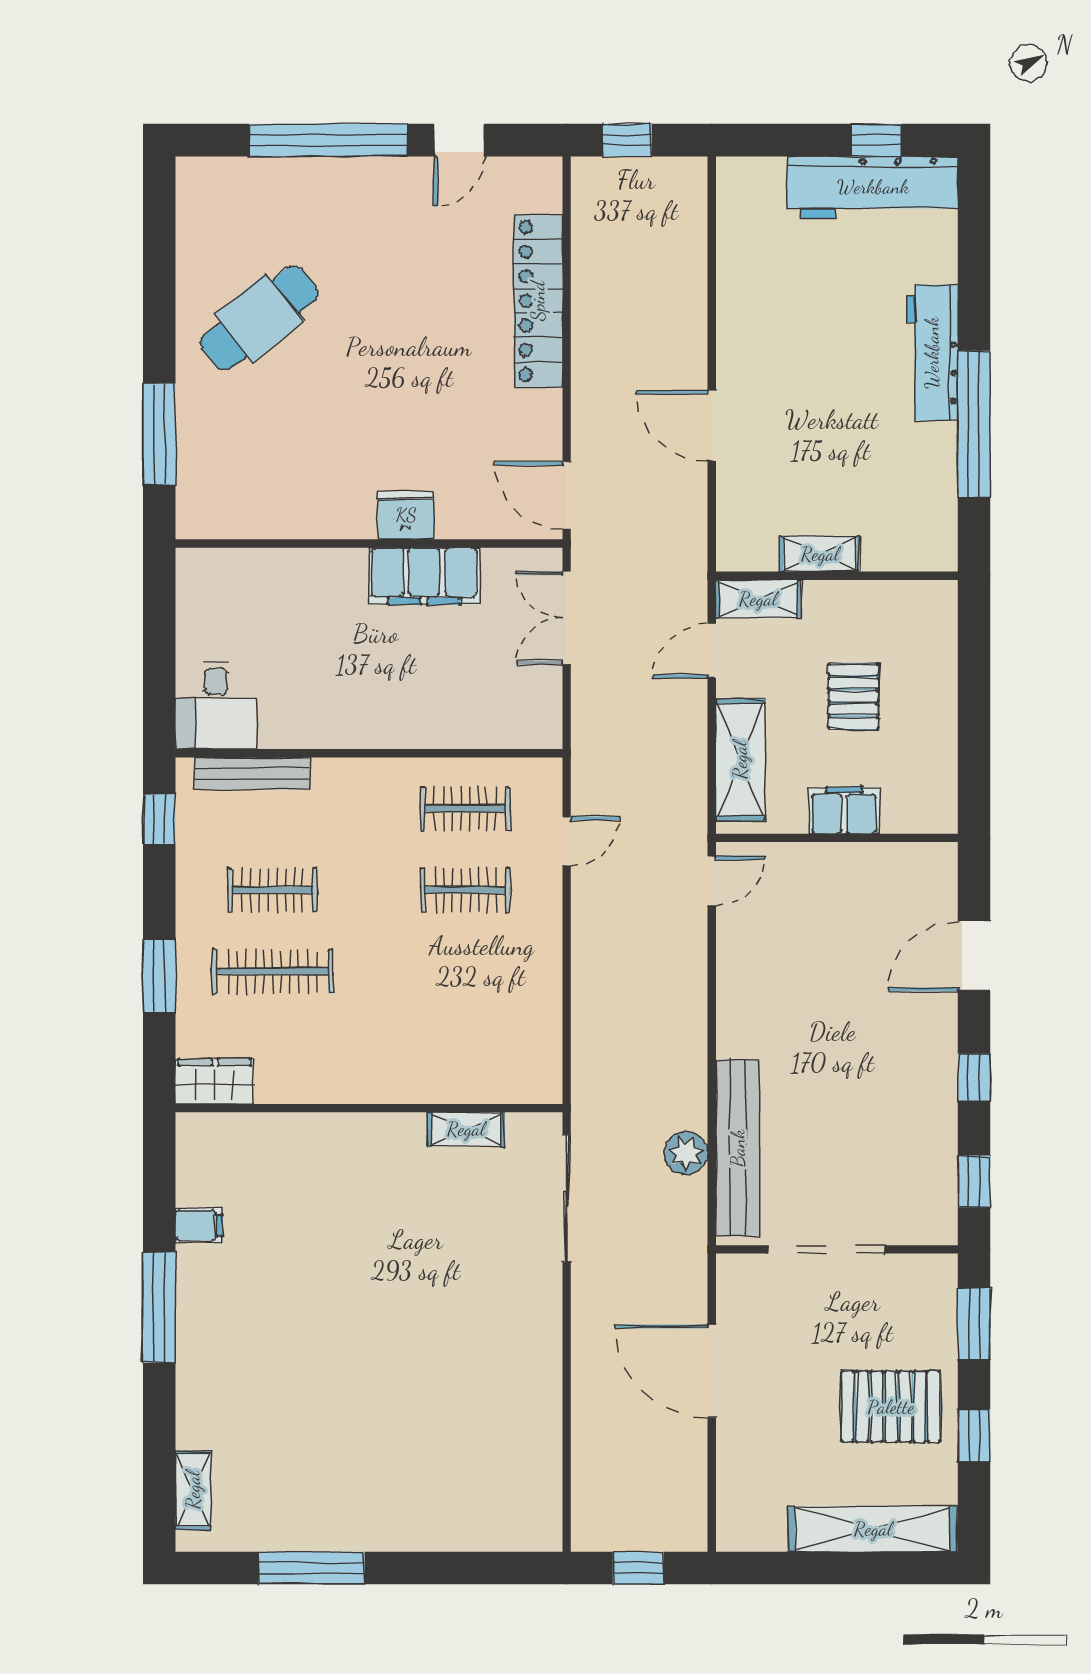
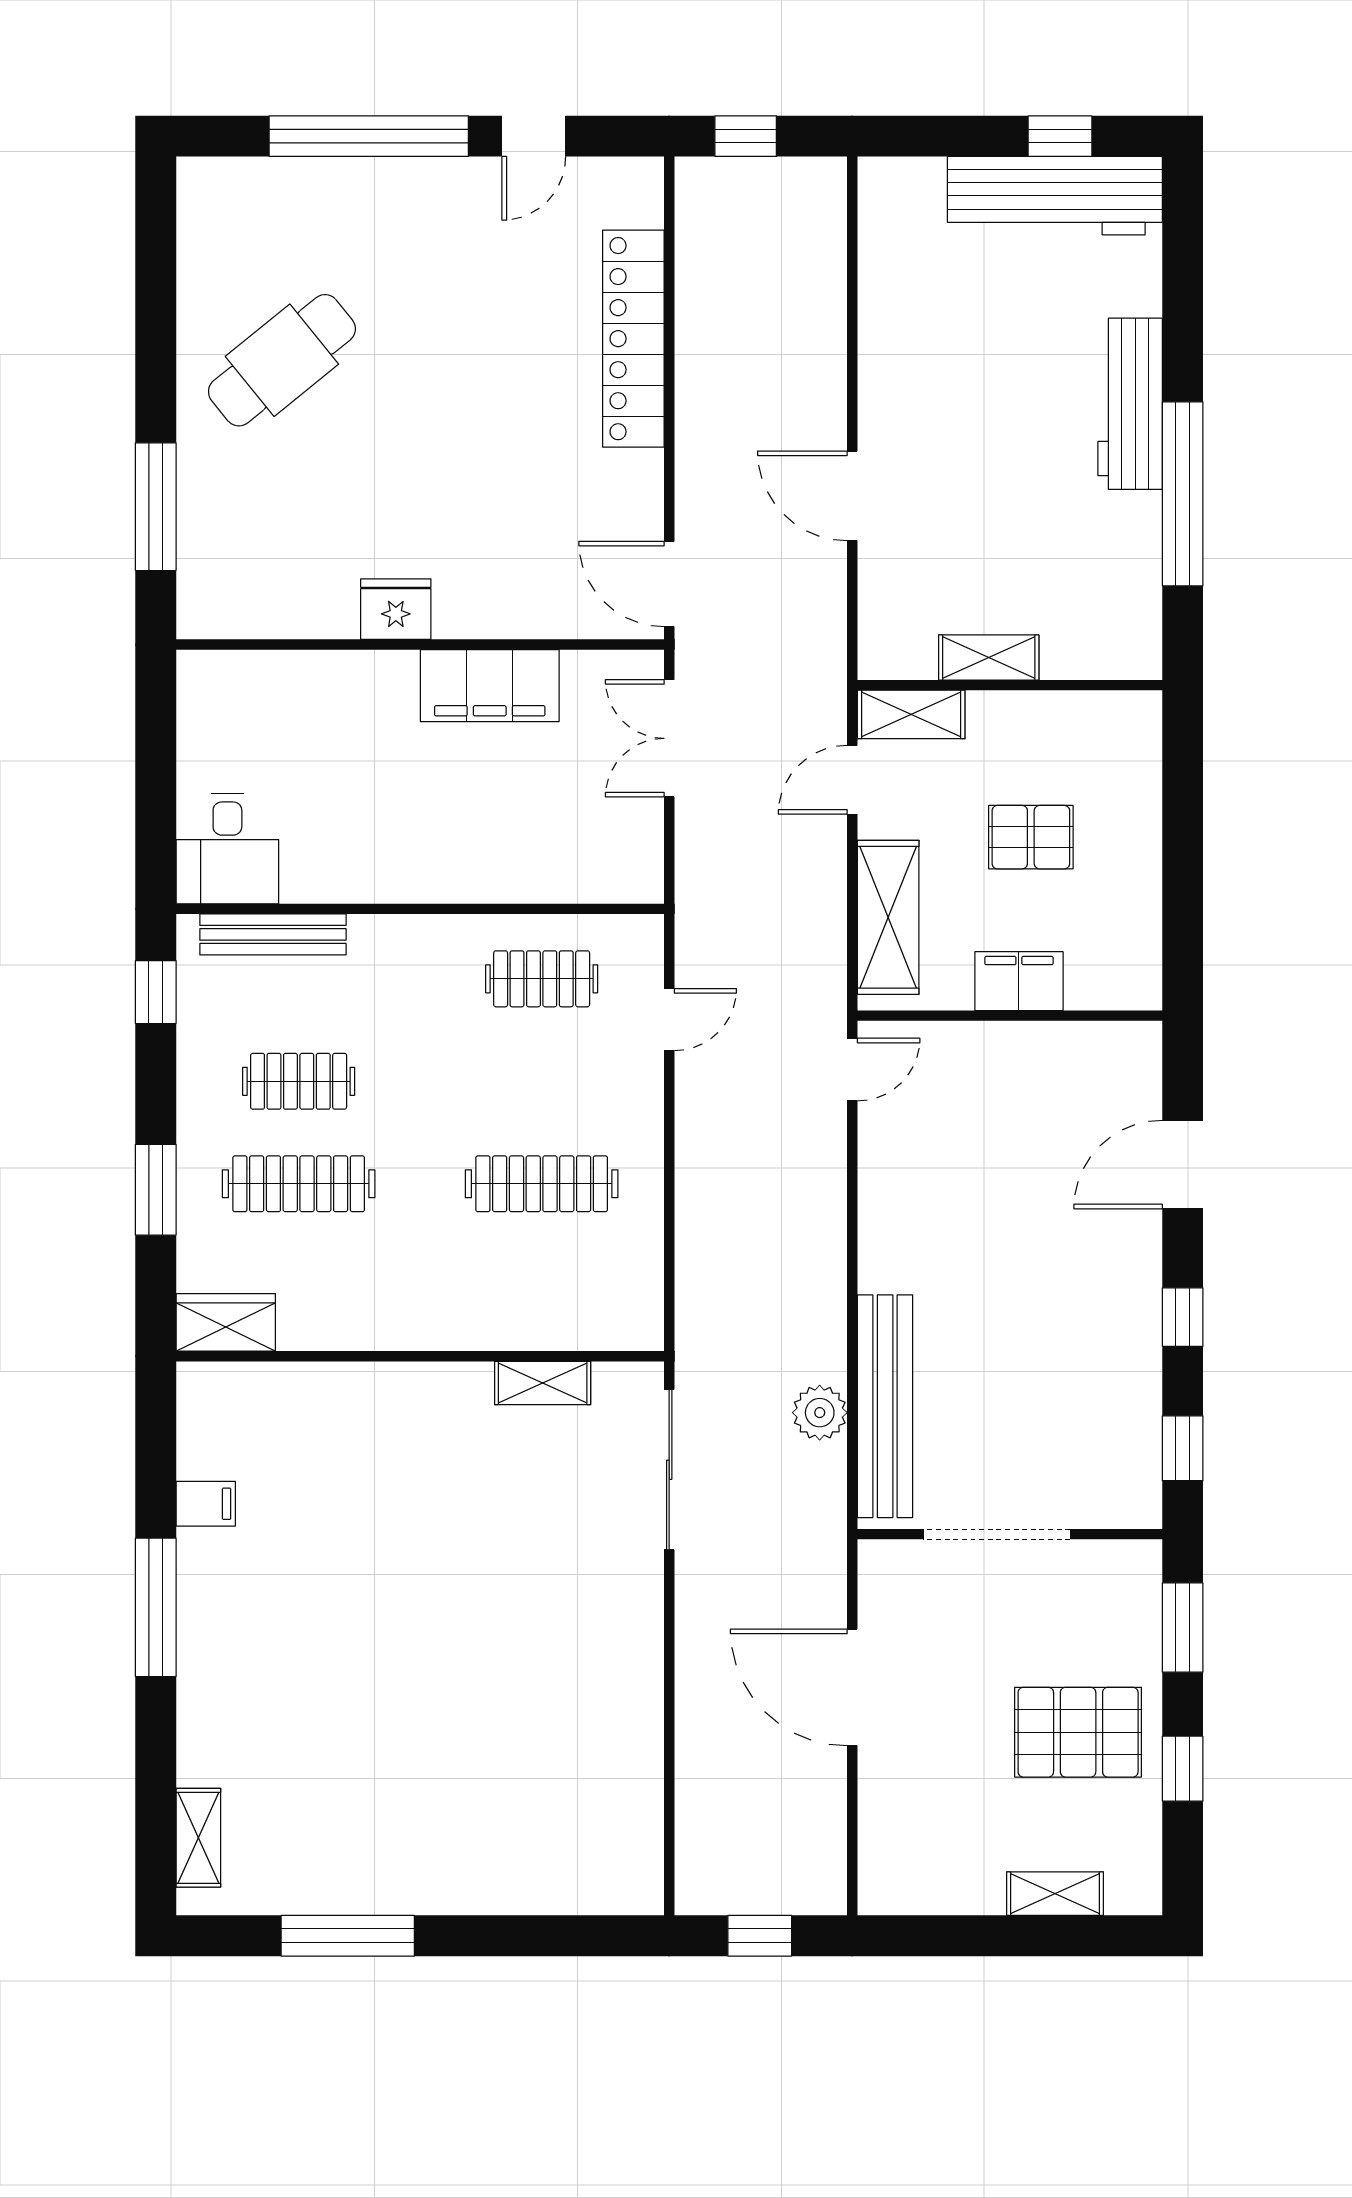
fridge: (406, 515) -> (396, 609), moved
pallet: (853, 696) -> (1031, 837), turned 90
clothes rail: (465, 890) -> (542, 1184), moved, width x1.36
shelving: (873, 1529) -> (1055, 1894), width x0.45, depth x0.75

